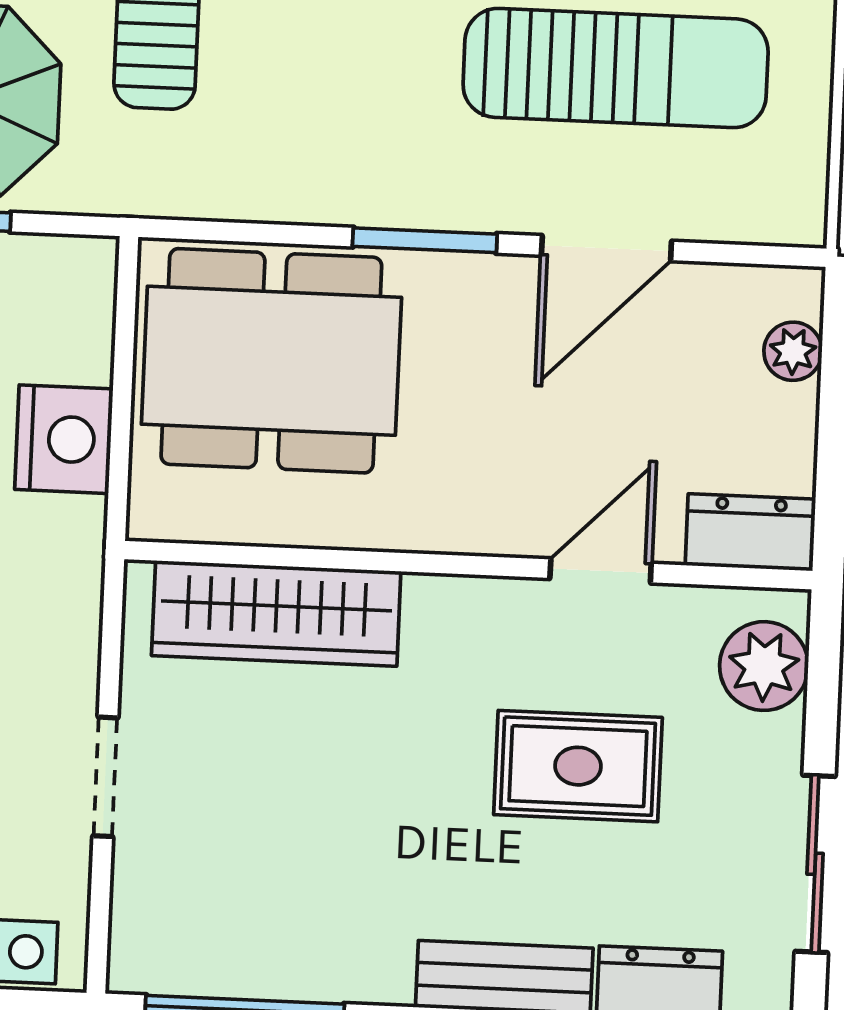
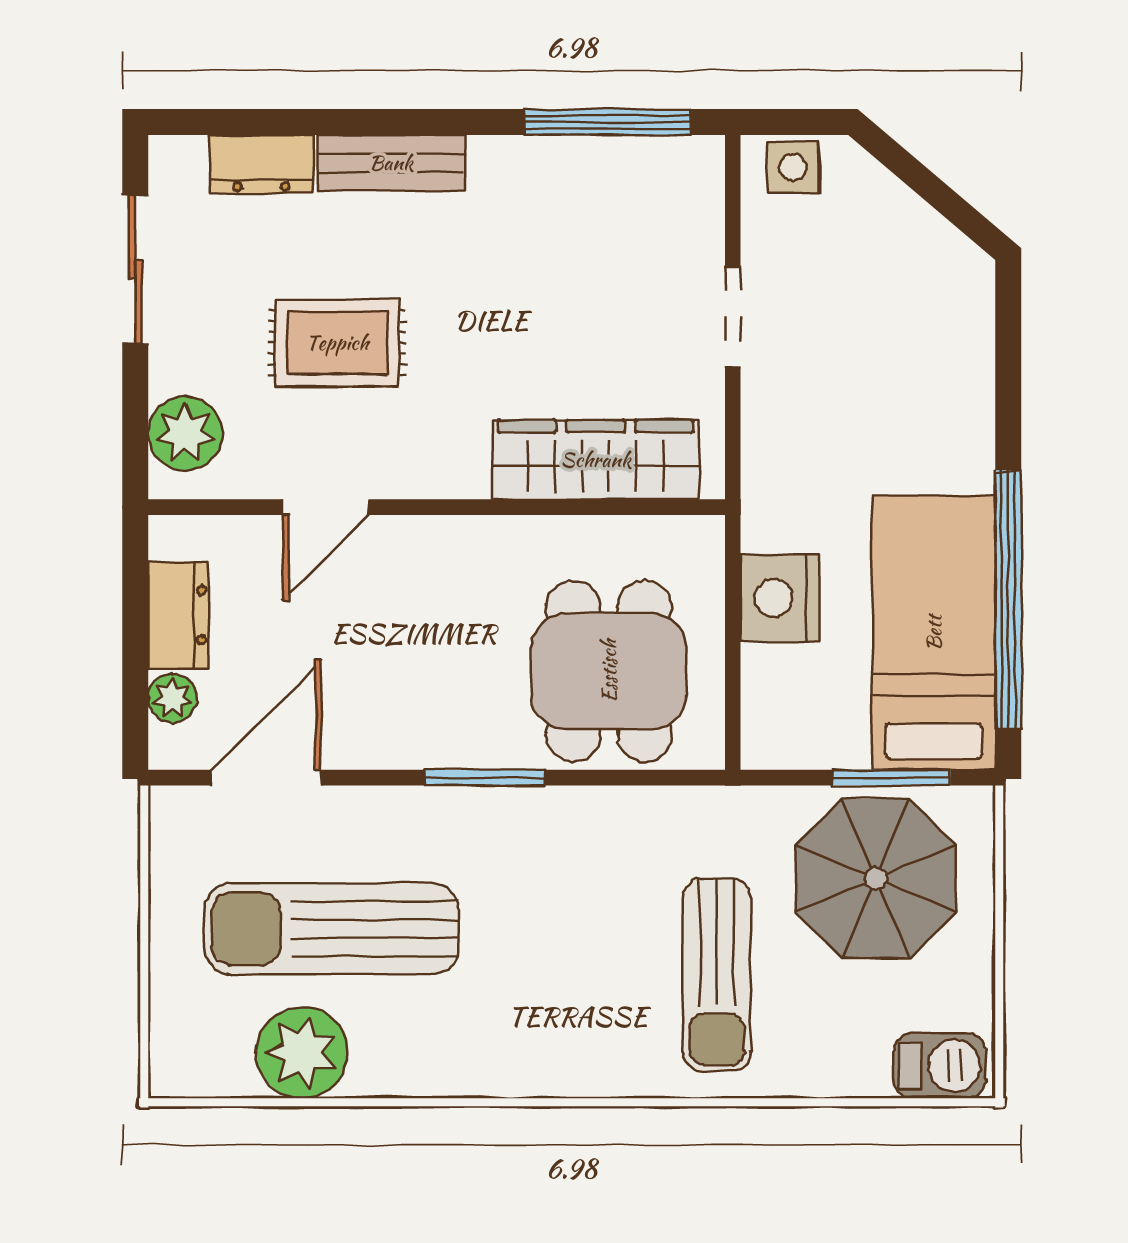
door: (606, 248) -> (266, 778), moved
dining table: (271, 361) -> (609, 671), width x0.73
dresser: (750, 532) -> (178, 615), moved, turned -90

